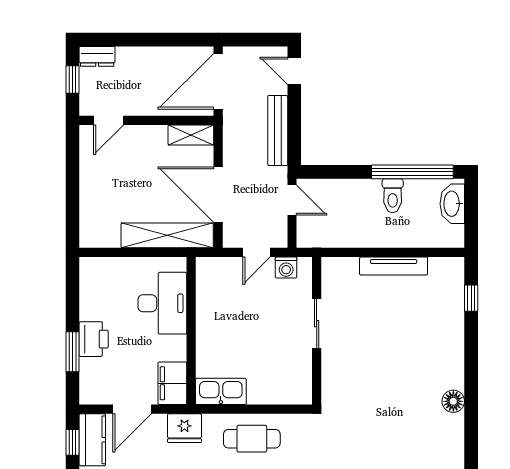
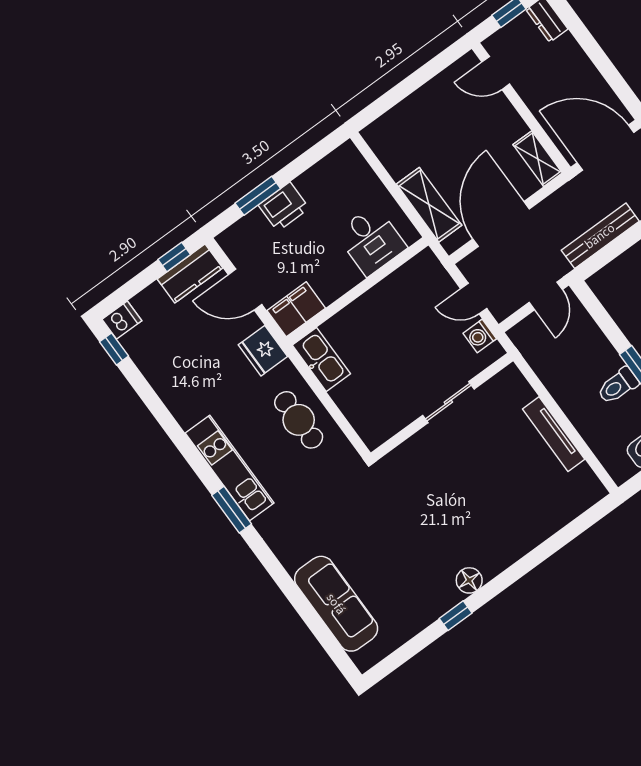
shelving: (167, 235) -> (429, 205), width x0.68
window: (471, 298) -> (456, 616), moved
desk: (162, 303) -> (371, 240), width x0.73

